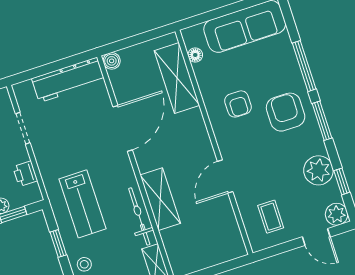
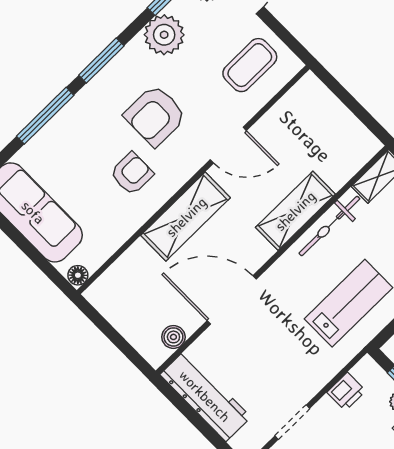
floor lamp: (195, 55) -> (78, 275), moved
boiler: (112, 61) -> (173, 337), moved
shelving: (177, 78) -> (186, 217), moved
armchair: (286, 112) -> (155, 116), moved
coffee table: (271, 217) -> (250, 65), width x1.36, depth x1.30

